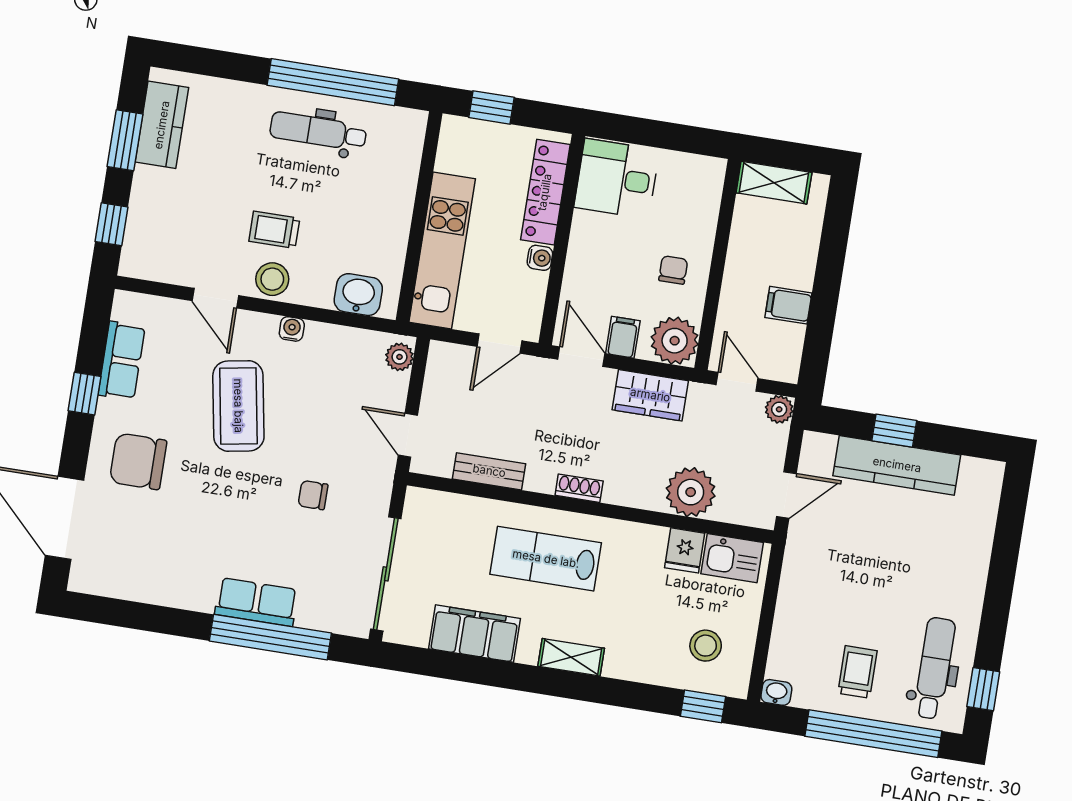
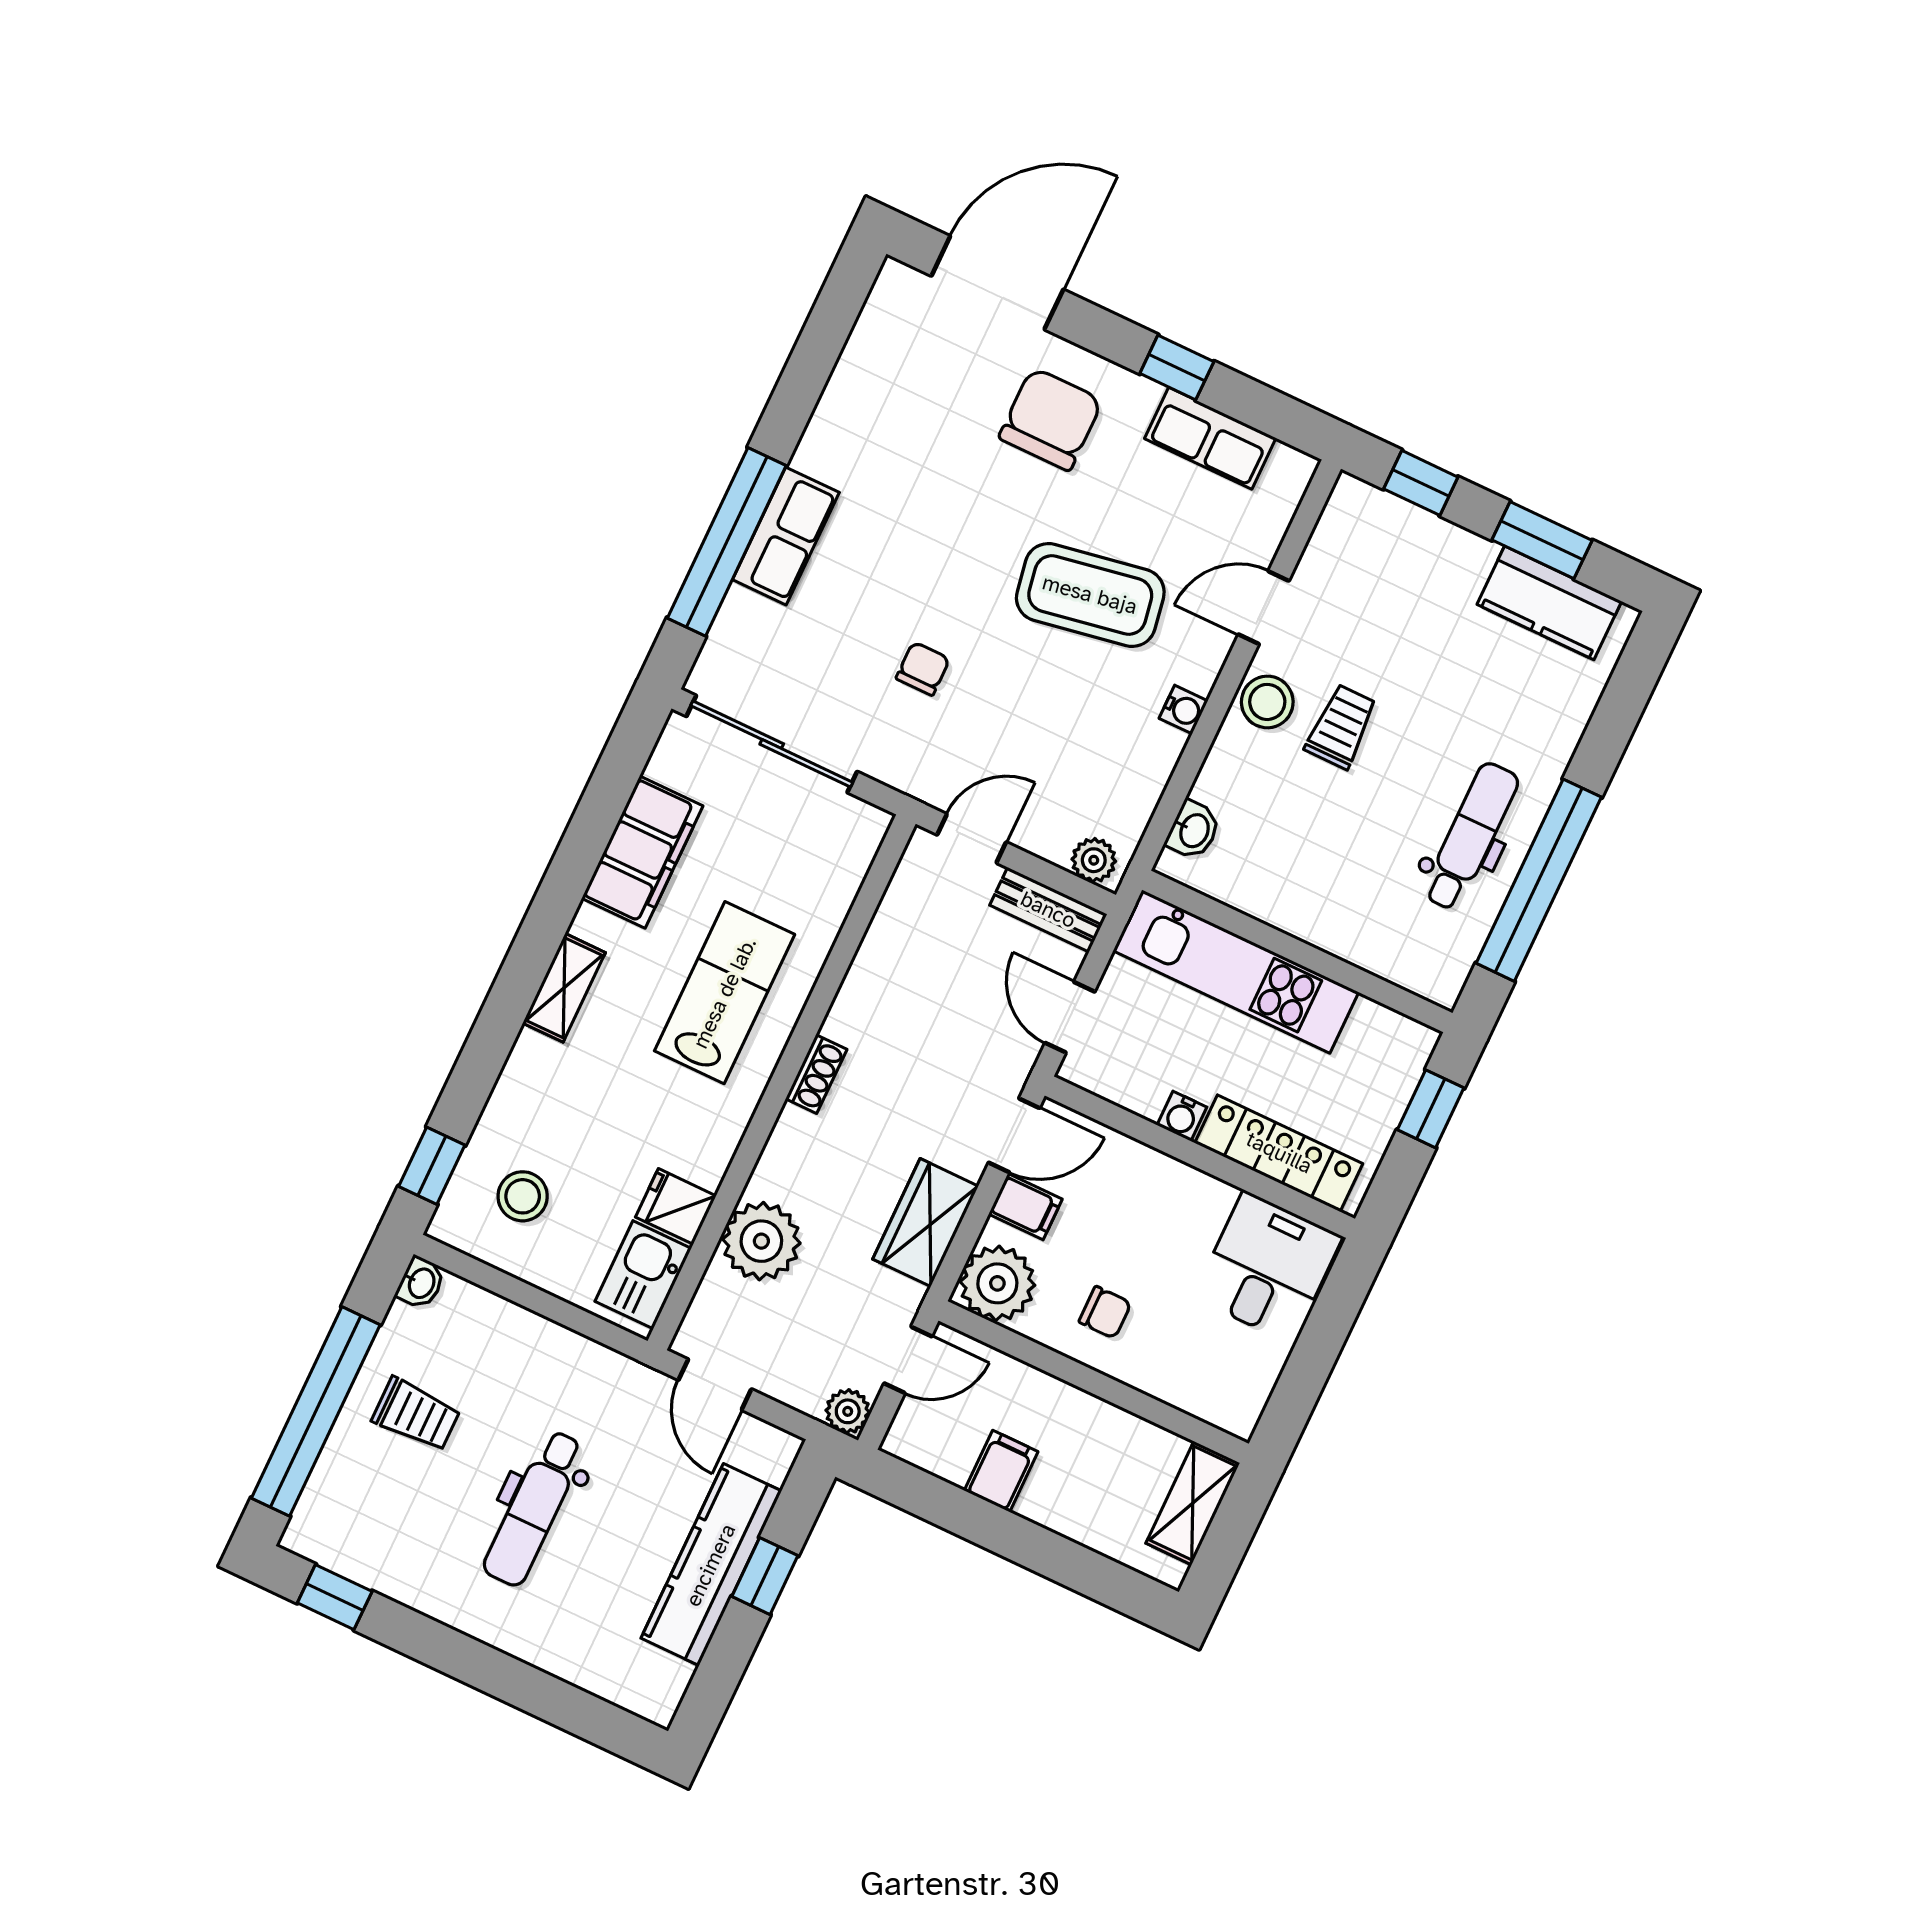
washbasin: (358, 295) -> (1193, 830), width x0.72, depth x0.69
bench: (489, 471) -> (1048, 910), moved, turned 90
dental chair: (934, 668) -> (534, 1508), moved, turned 90

